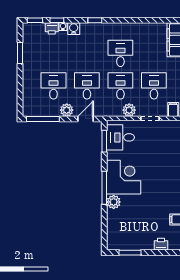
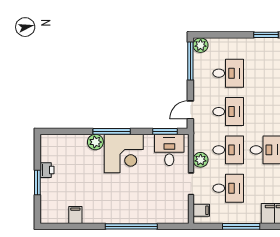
plant: (67, 110) -> (201, 45), moved
door: (86, 119) -> (190, 110), swing flipped
printer: (161, 244) -> (47, 170), moved
window: (130, 253) -> (37, 183), moved

